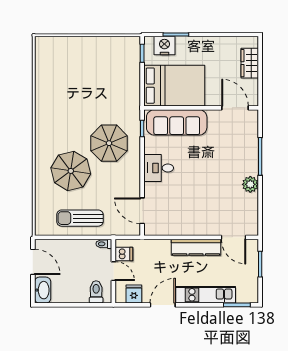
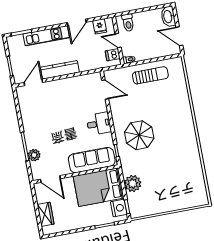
nightstand: (164, 46) -> (119, 208), moved, turned -90
plant: (129, 82) -> (133, 184), added
parasol: (71, 171) -> (164, 109), removed
plant: (250, 184) -> (34, 155), moved
door: (234, 237) -> (33, 82), hinge flipped

